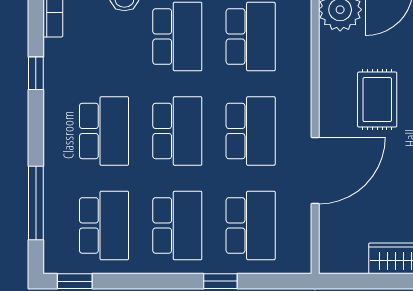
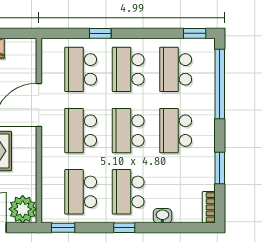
window: (36, 73) -> (220, 168), width x1.50
window: (36, 203) -> (220, 84), width x1.46

